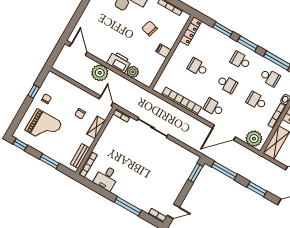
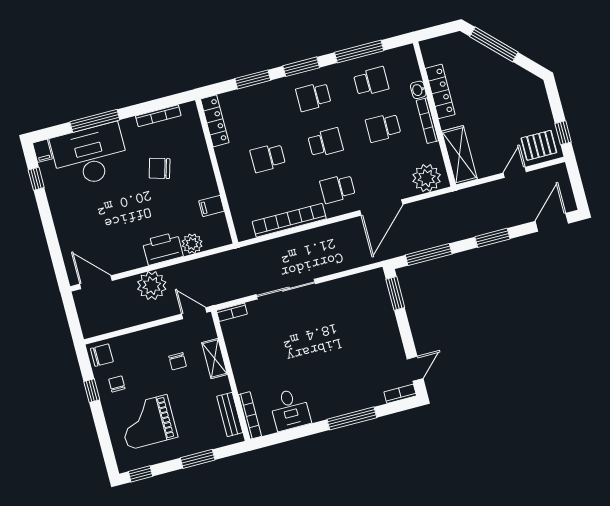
filing cabinet: (163, 51) -> (212, 206), moved
chair: (52, 81) -> (102, 355), added
grand piano: (44, 126) -> (148, 422), turned 180

